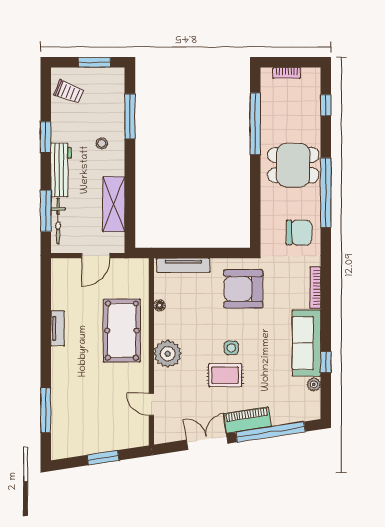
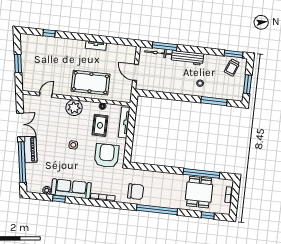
window: (46, 137) -> (233, 54), moved
dining table: (293, 165) -> (199, 192), moved
shelving: (114, 204) -> (164, 86), removed
chair: (299, 233) -> (136, 192), turned -90
rug: (225, 375) -> (100, 125), moved
window: (46, 410) -> (49, 33), width x0.46

